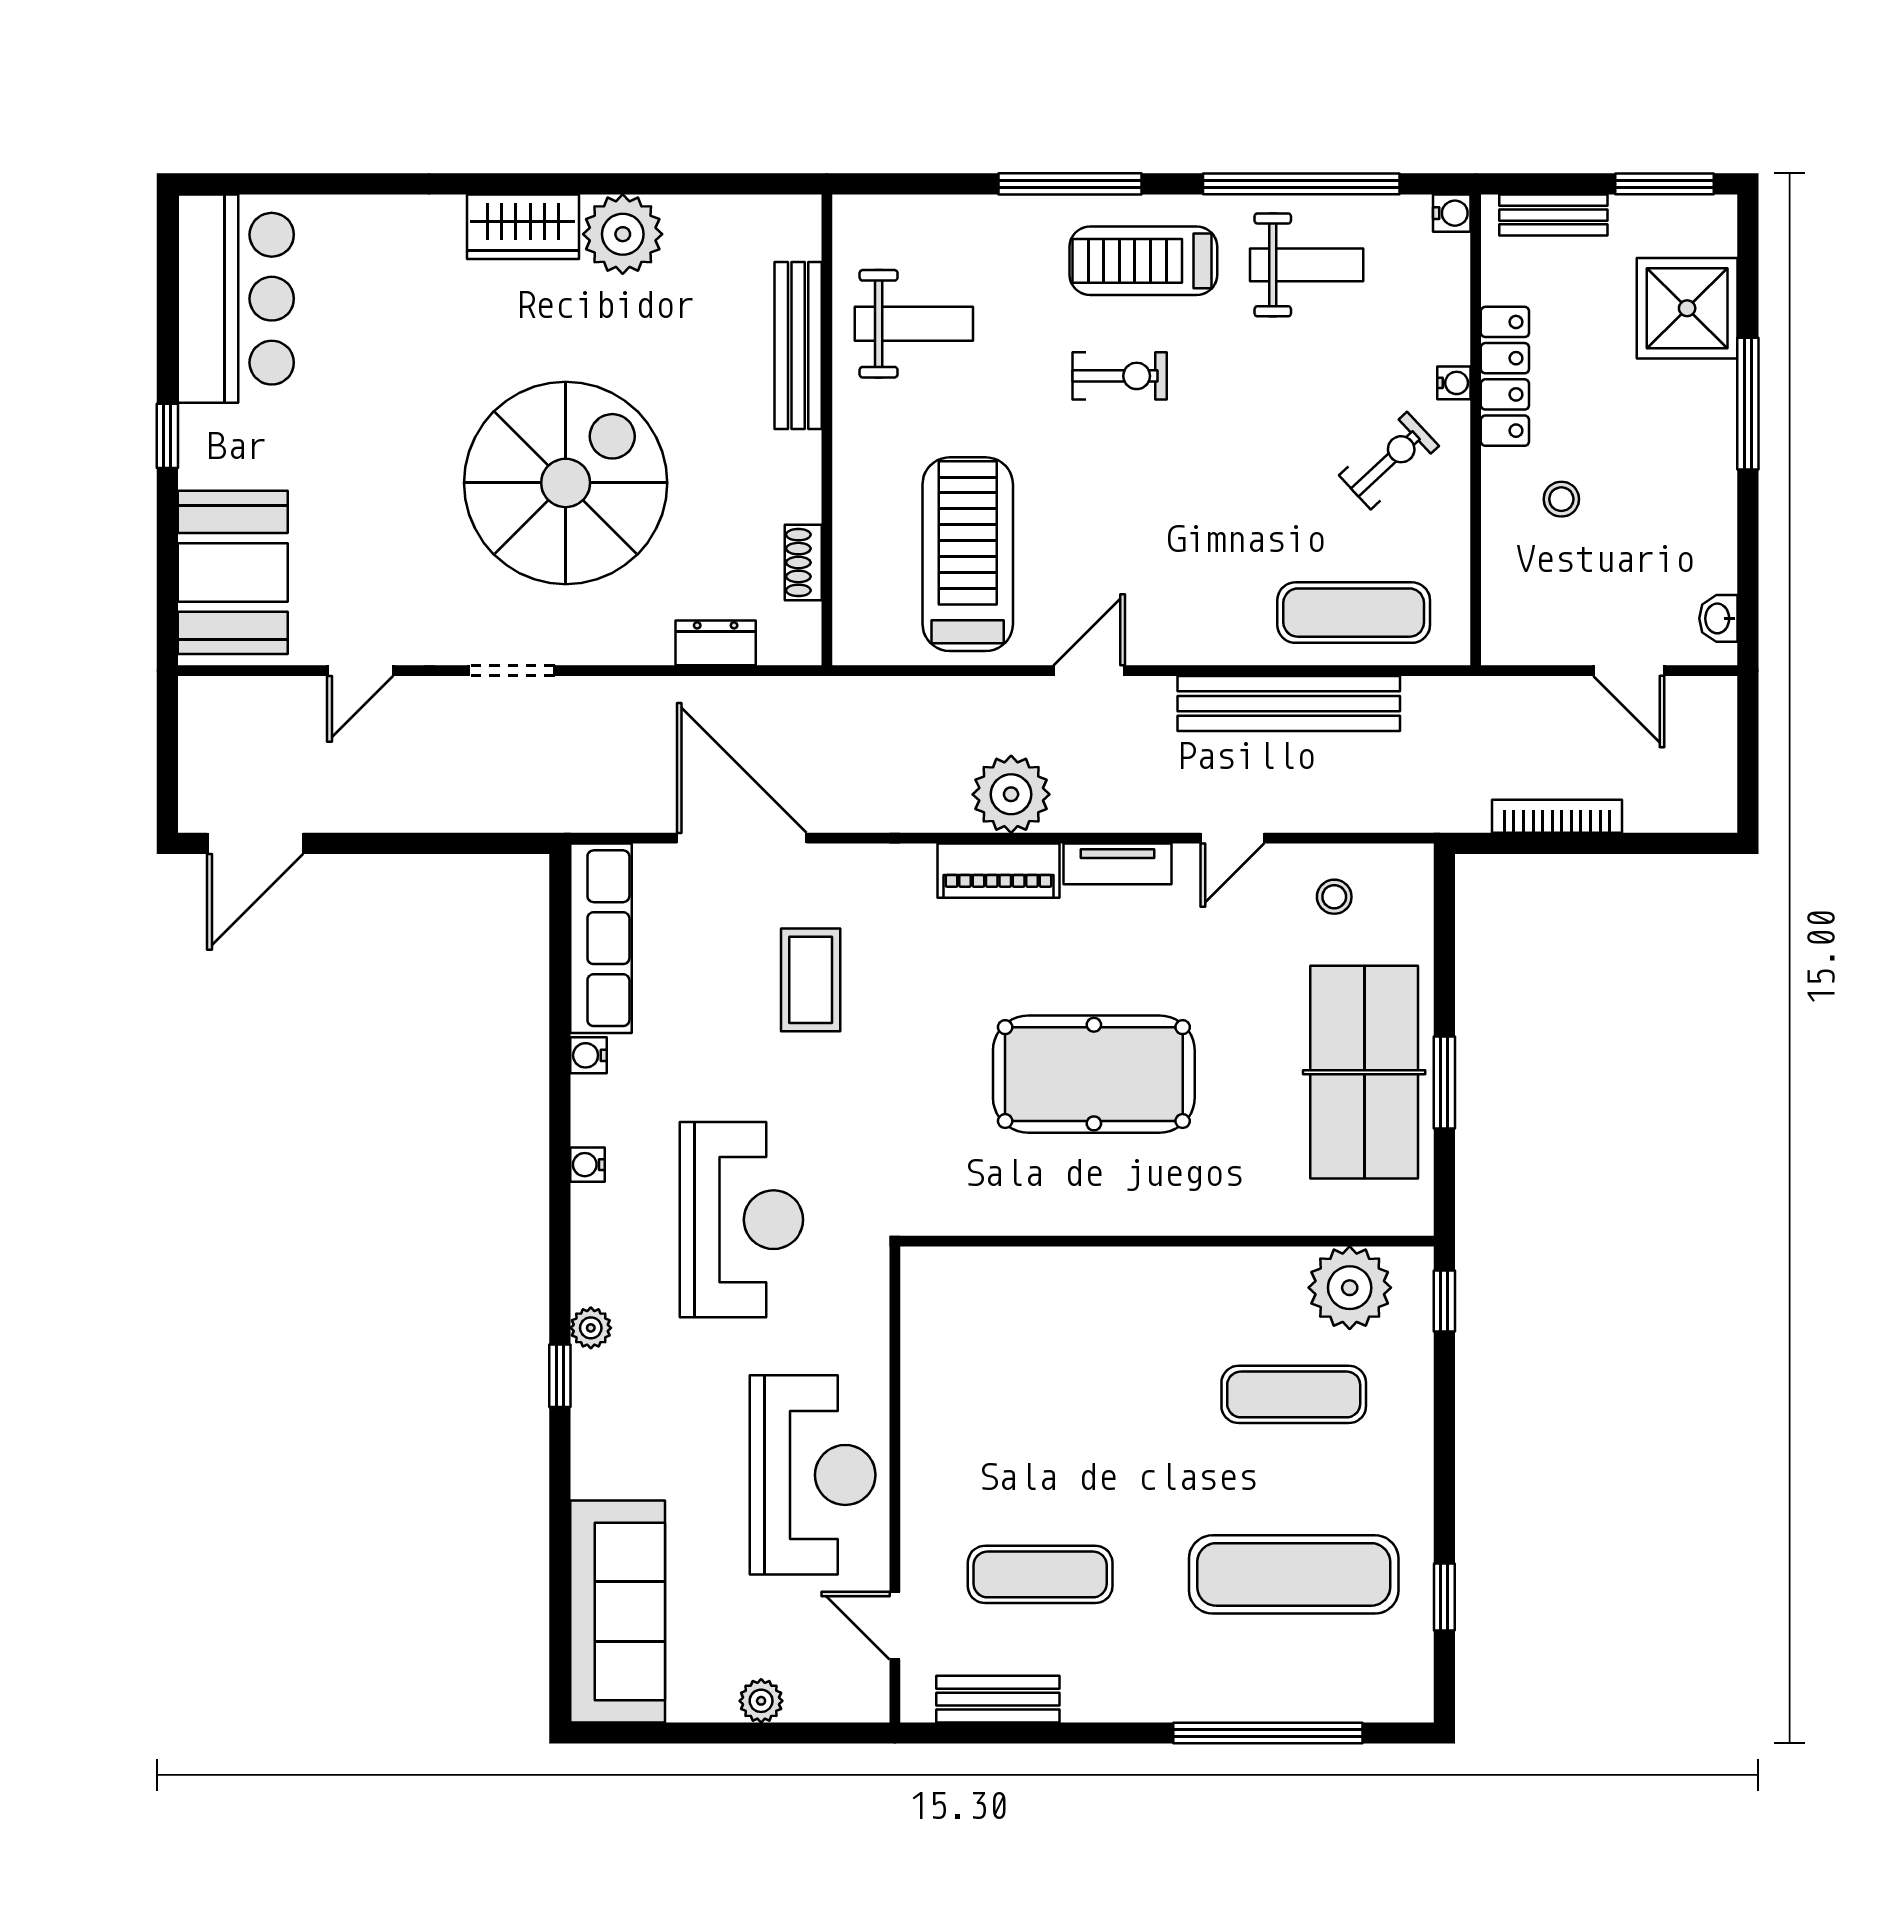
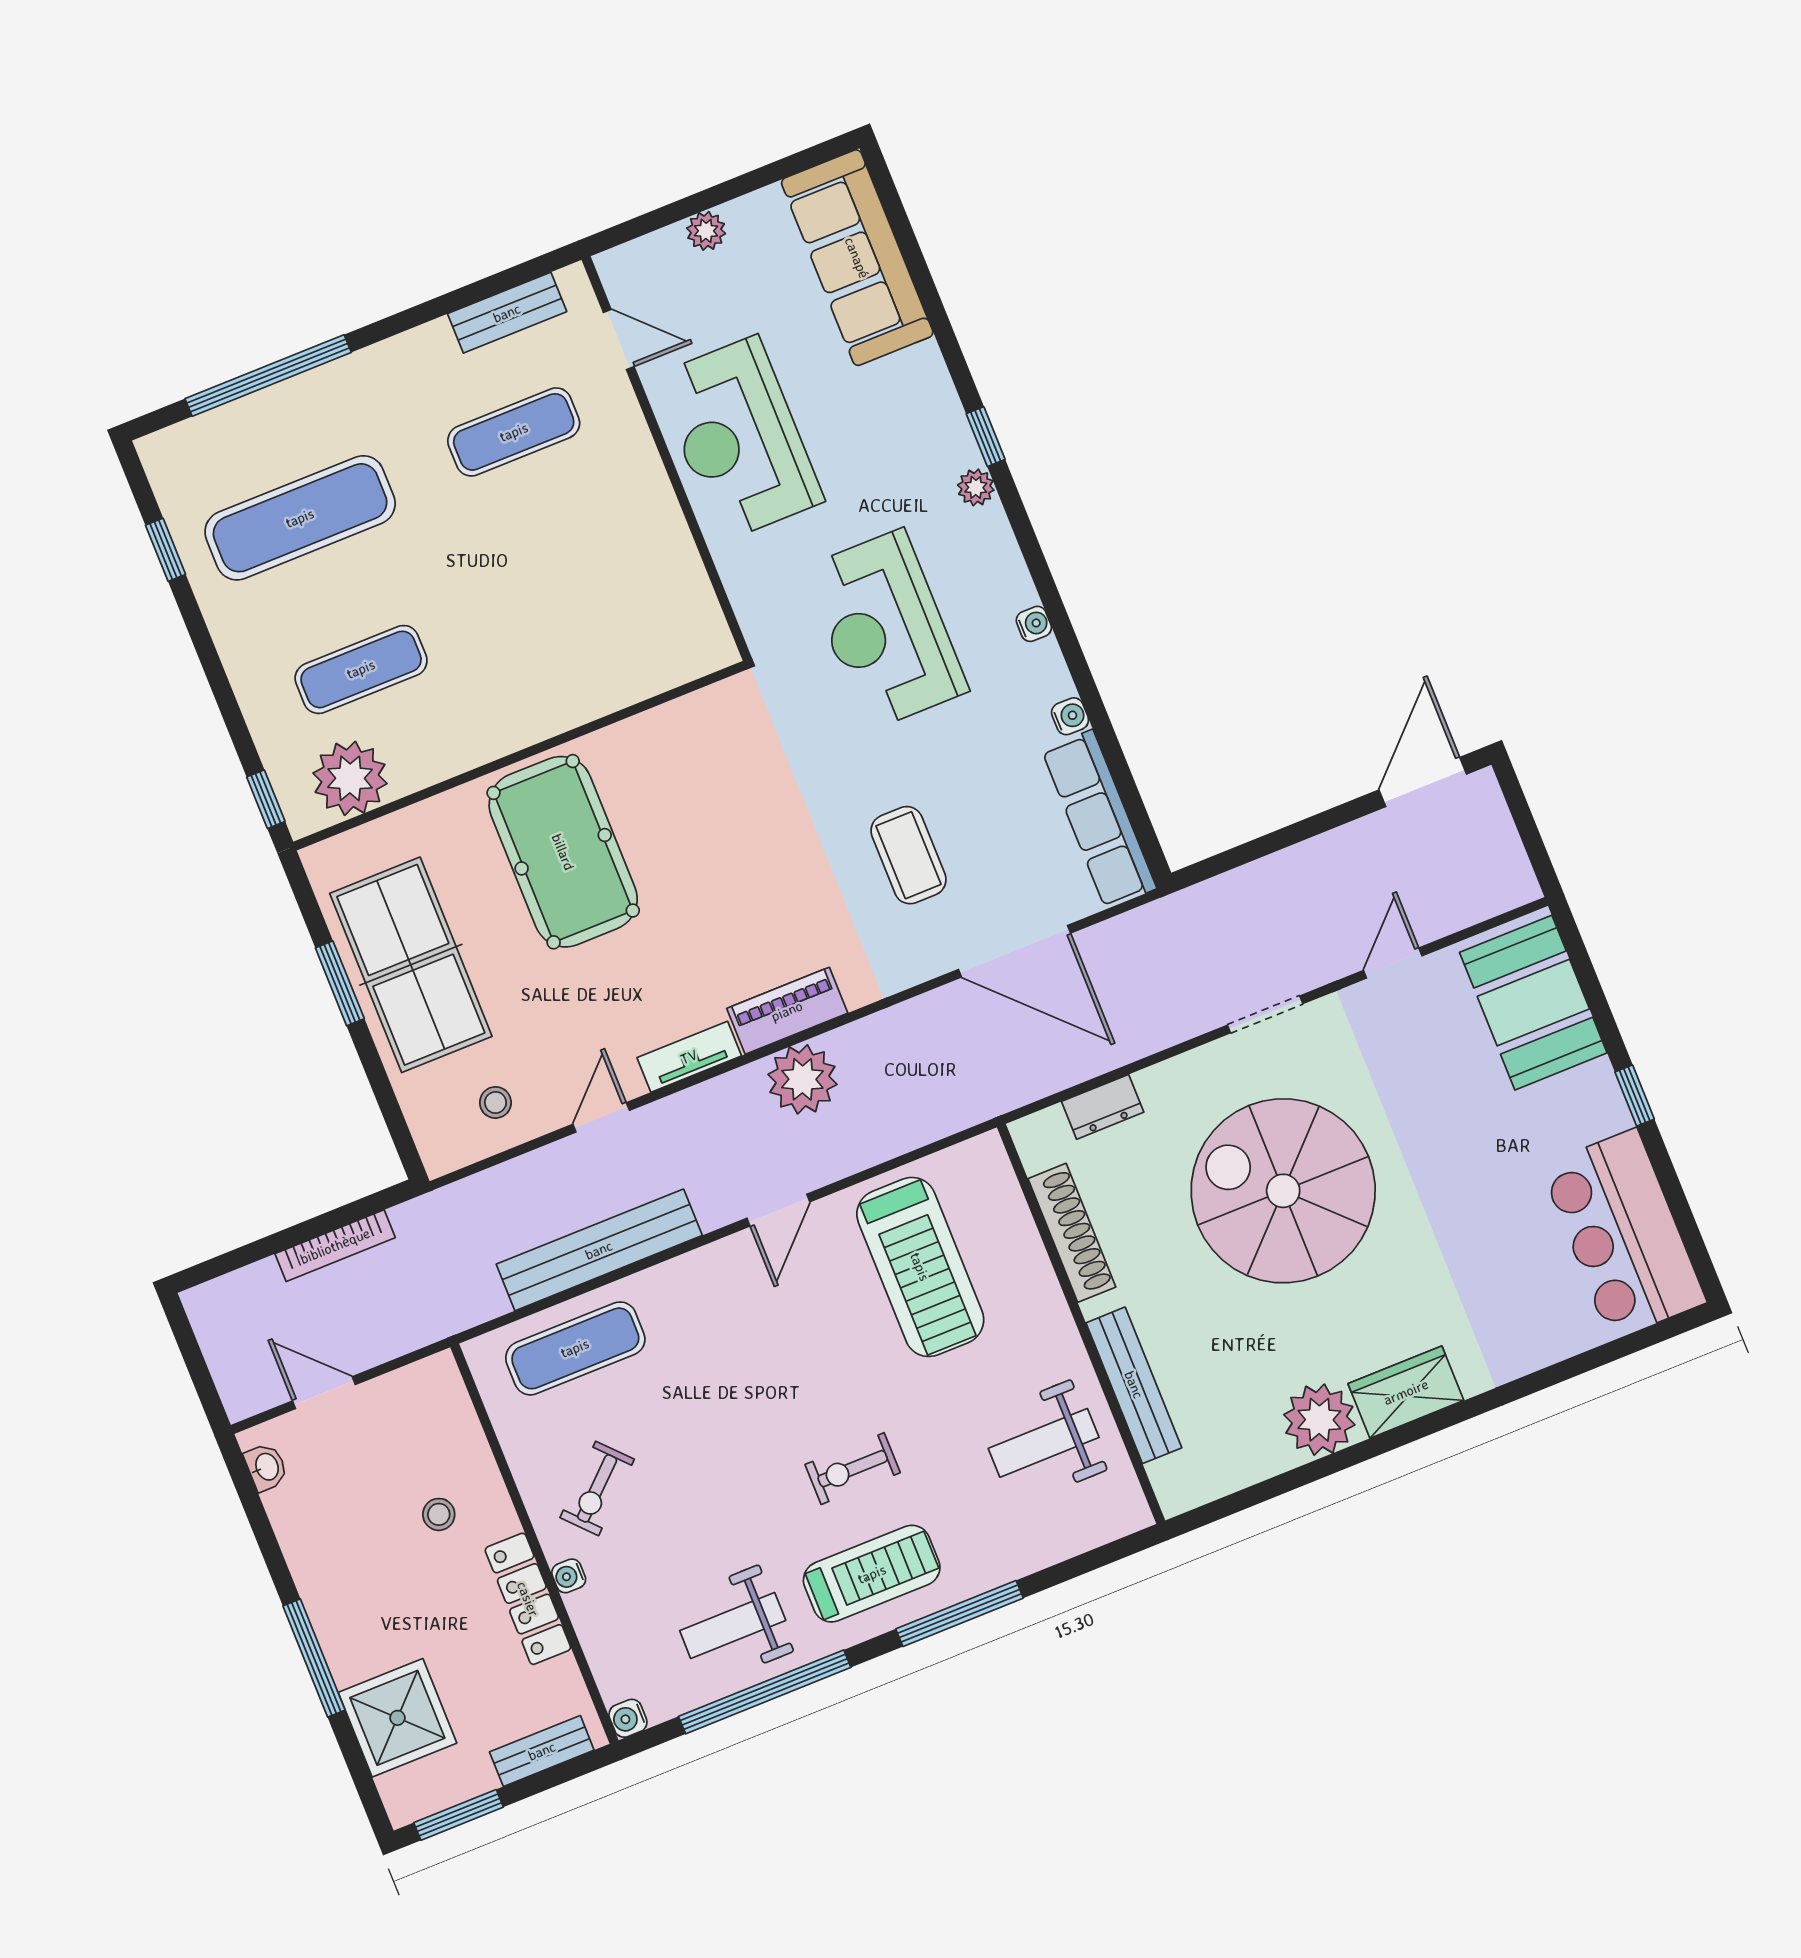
spiral stairs: (566, 483) -> (1283, 1191), turned 90
shoe rack: (803, 563) -> (1072, 1233), width x1.94, depth x1.24
pool table: (1094, 1074) -> (563, 852), moved, turned 90

